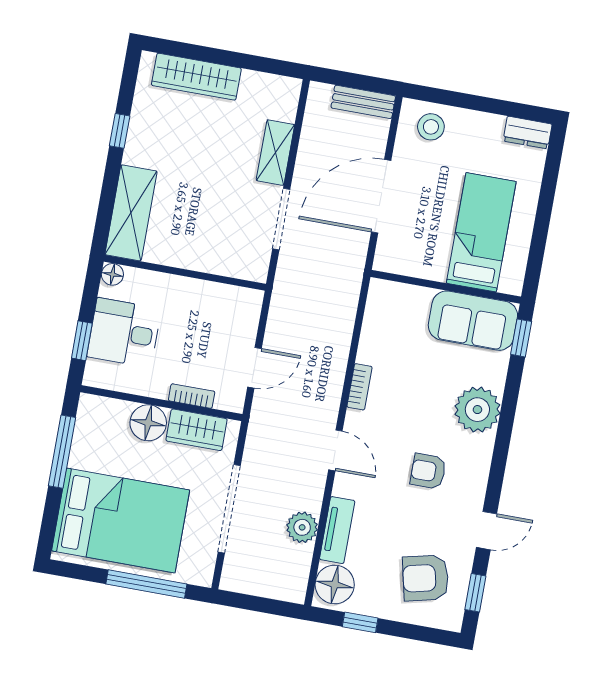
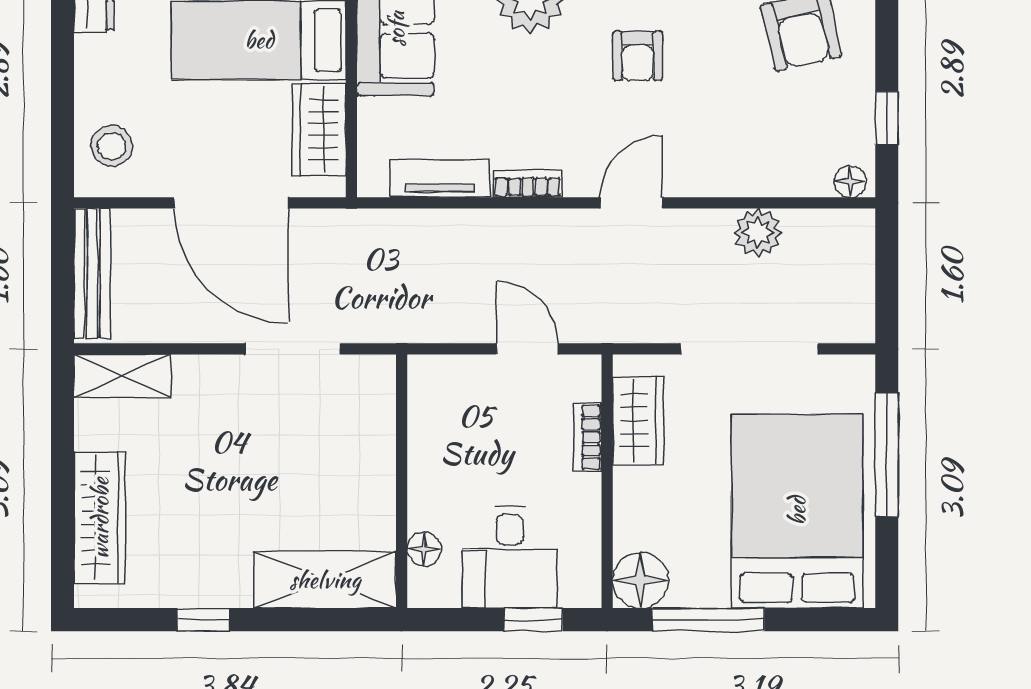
bench: (363, 102) -> (92, 273), width x1.36
shelving: (275, 153) -> (122, 376), moved
wardrobe: (418, 261) -> (319, 130), added
floor lamp: (112, 274) -> (424, 549), moved
floor lamp: (148, 423) -> (641, 580), moved
tv unit: (337, 530) -> (440, 178), moved
floor lamp: (335, 584) -> (850, 181), width x0.53, depth x0.53

